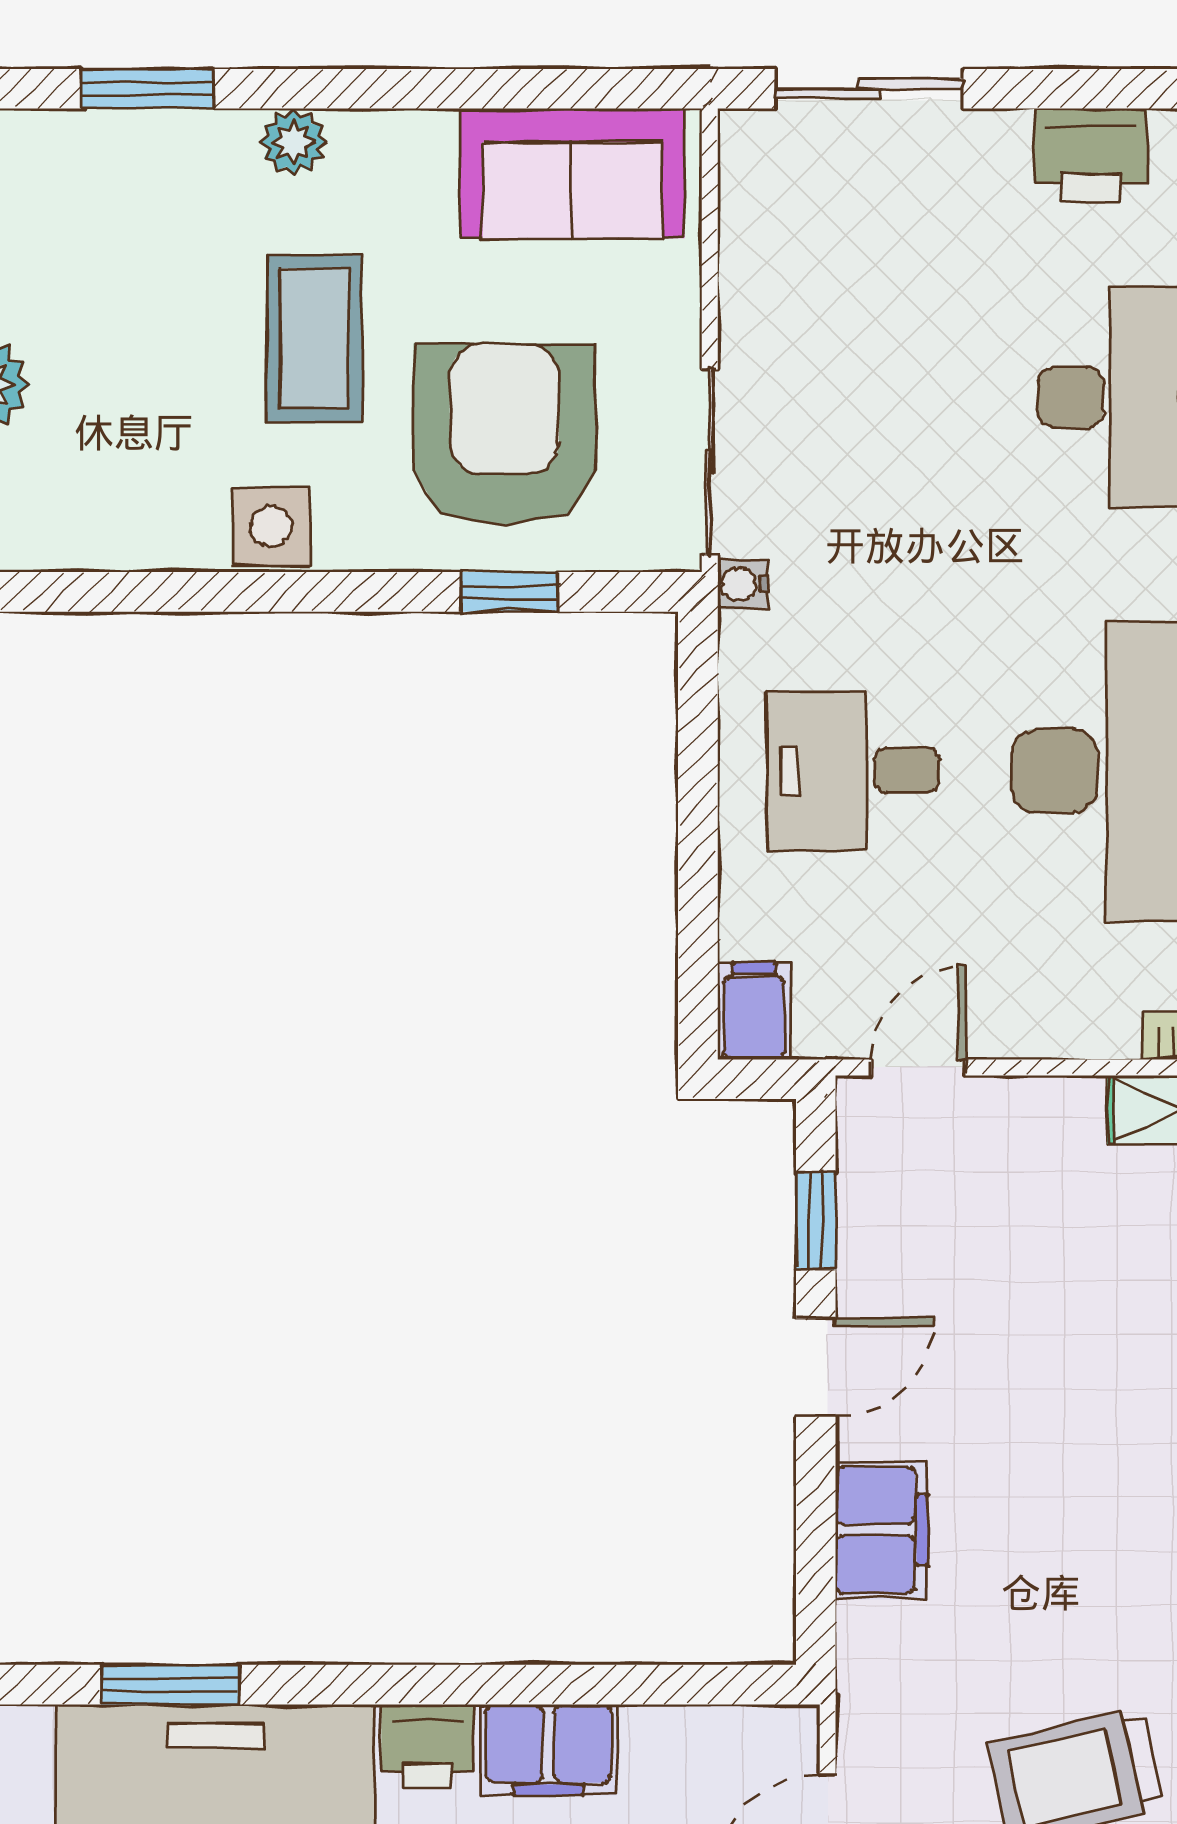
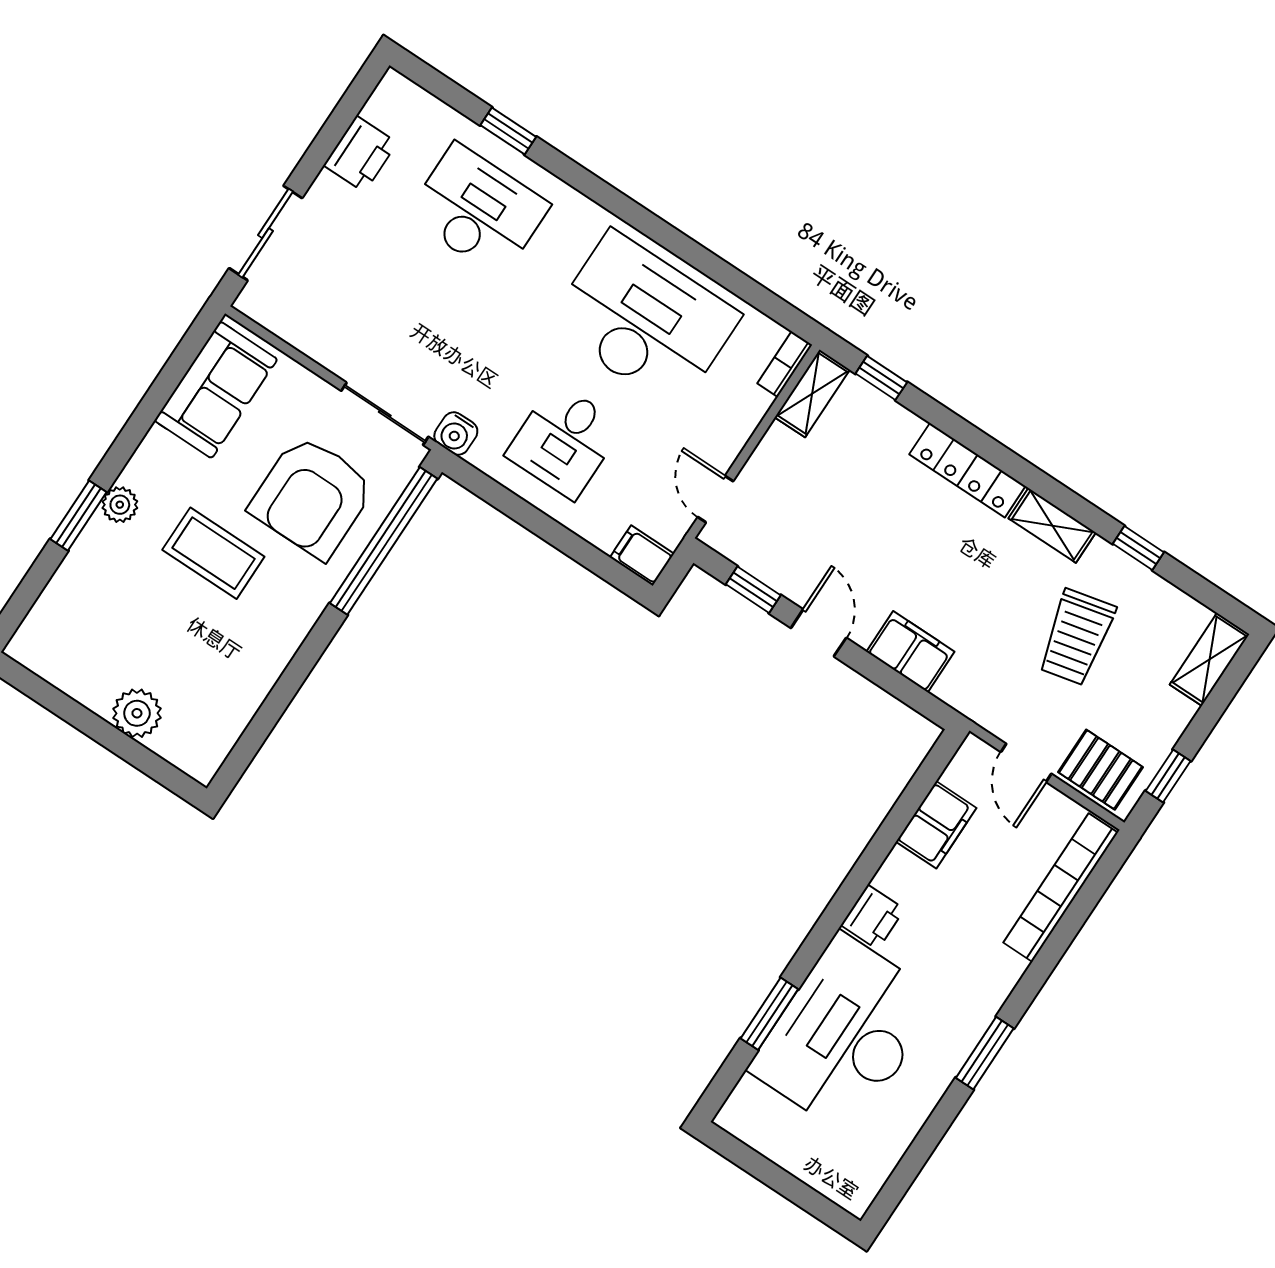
window: (147, 89) -> (79, 516), moved
armchair: (504, 435) -> (312, 497), turned -90
side table: (271, 526) -> (284, 628), removed
water cooler: (743, 584) -> (456, 434), width x1.38, depth x1.38
window: (510, 592) -> (384, 541), width x3.17
filing cabinet: (548, 1750) -> (936, 825), moved

